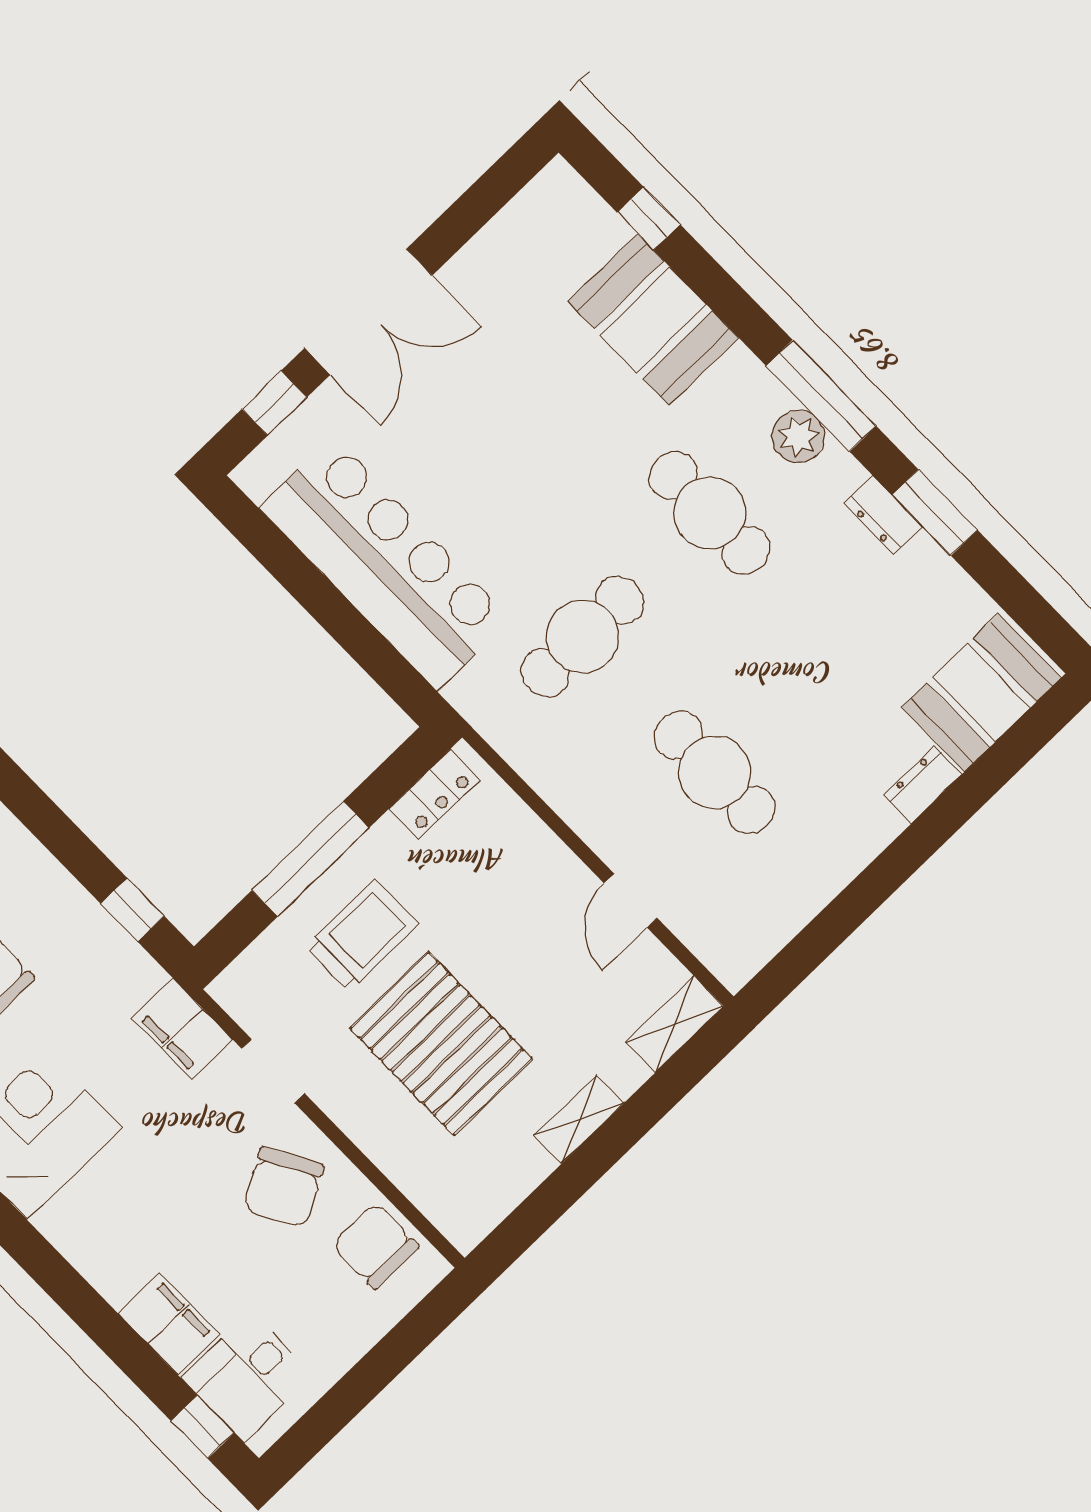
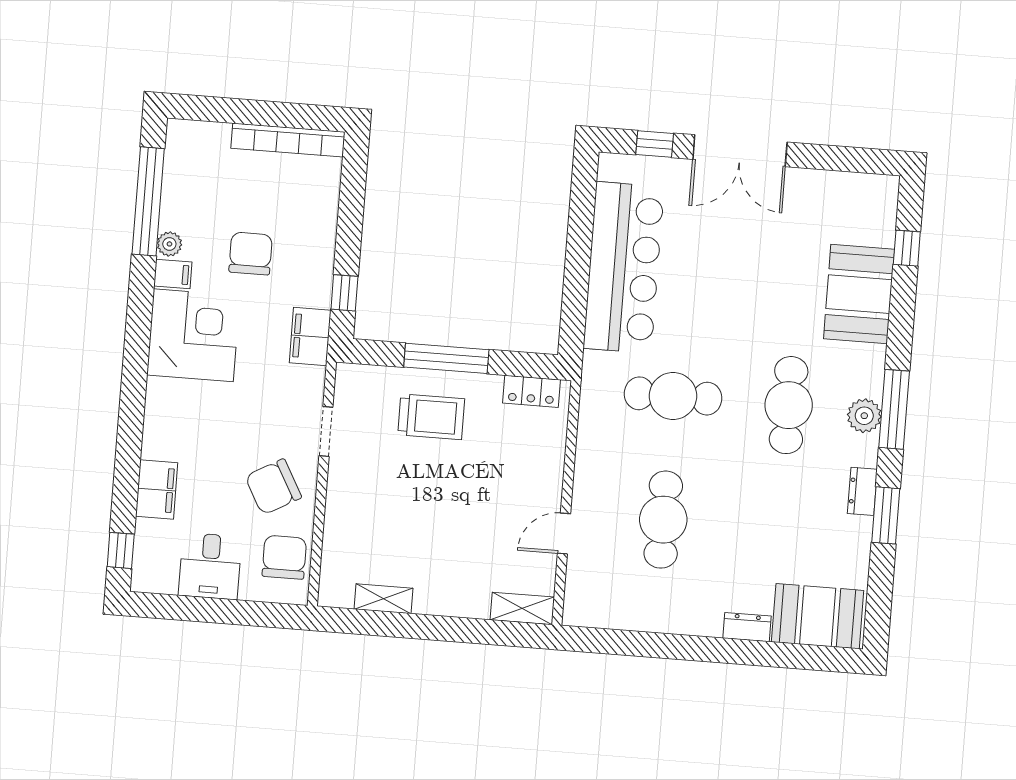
filing cabinet: (182, 1029) -> (310, 337), moved
pallet: (441, 1044) -> (412, 502), removed
shelving: (579, 1119) -> (383, 599), moved
desk: (247, 1377) -> (210, 566), moved, turned -90

